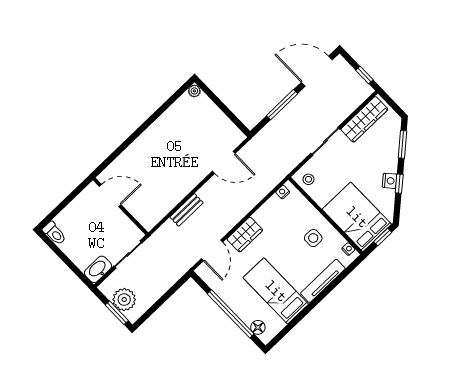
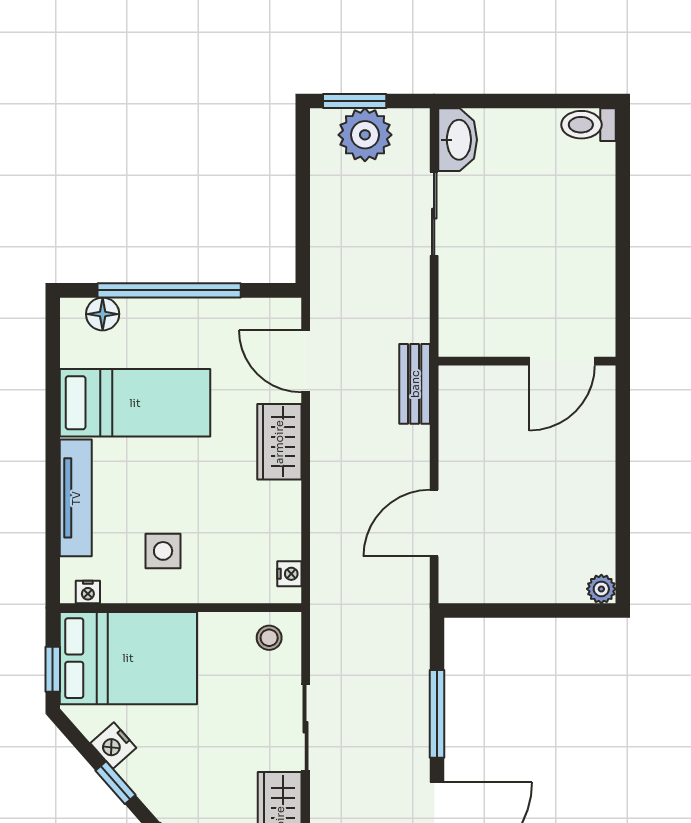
nightstand: (390, 181) -> (113, 746), moved
door: (110, 196) -> (562, 361), moved
wall: (120, 206) -> (527, 361), moved

